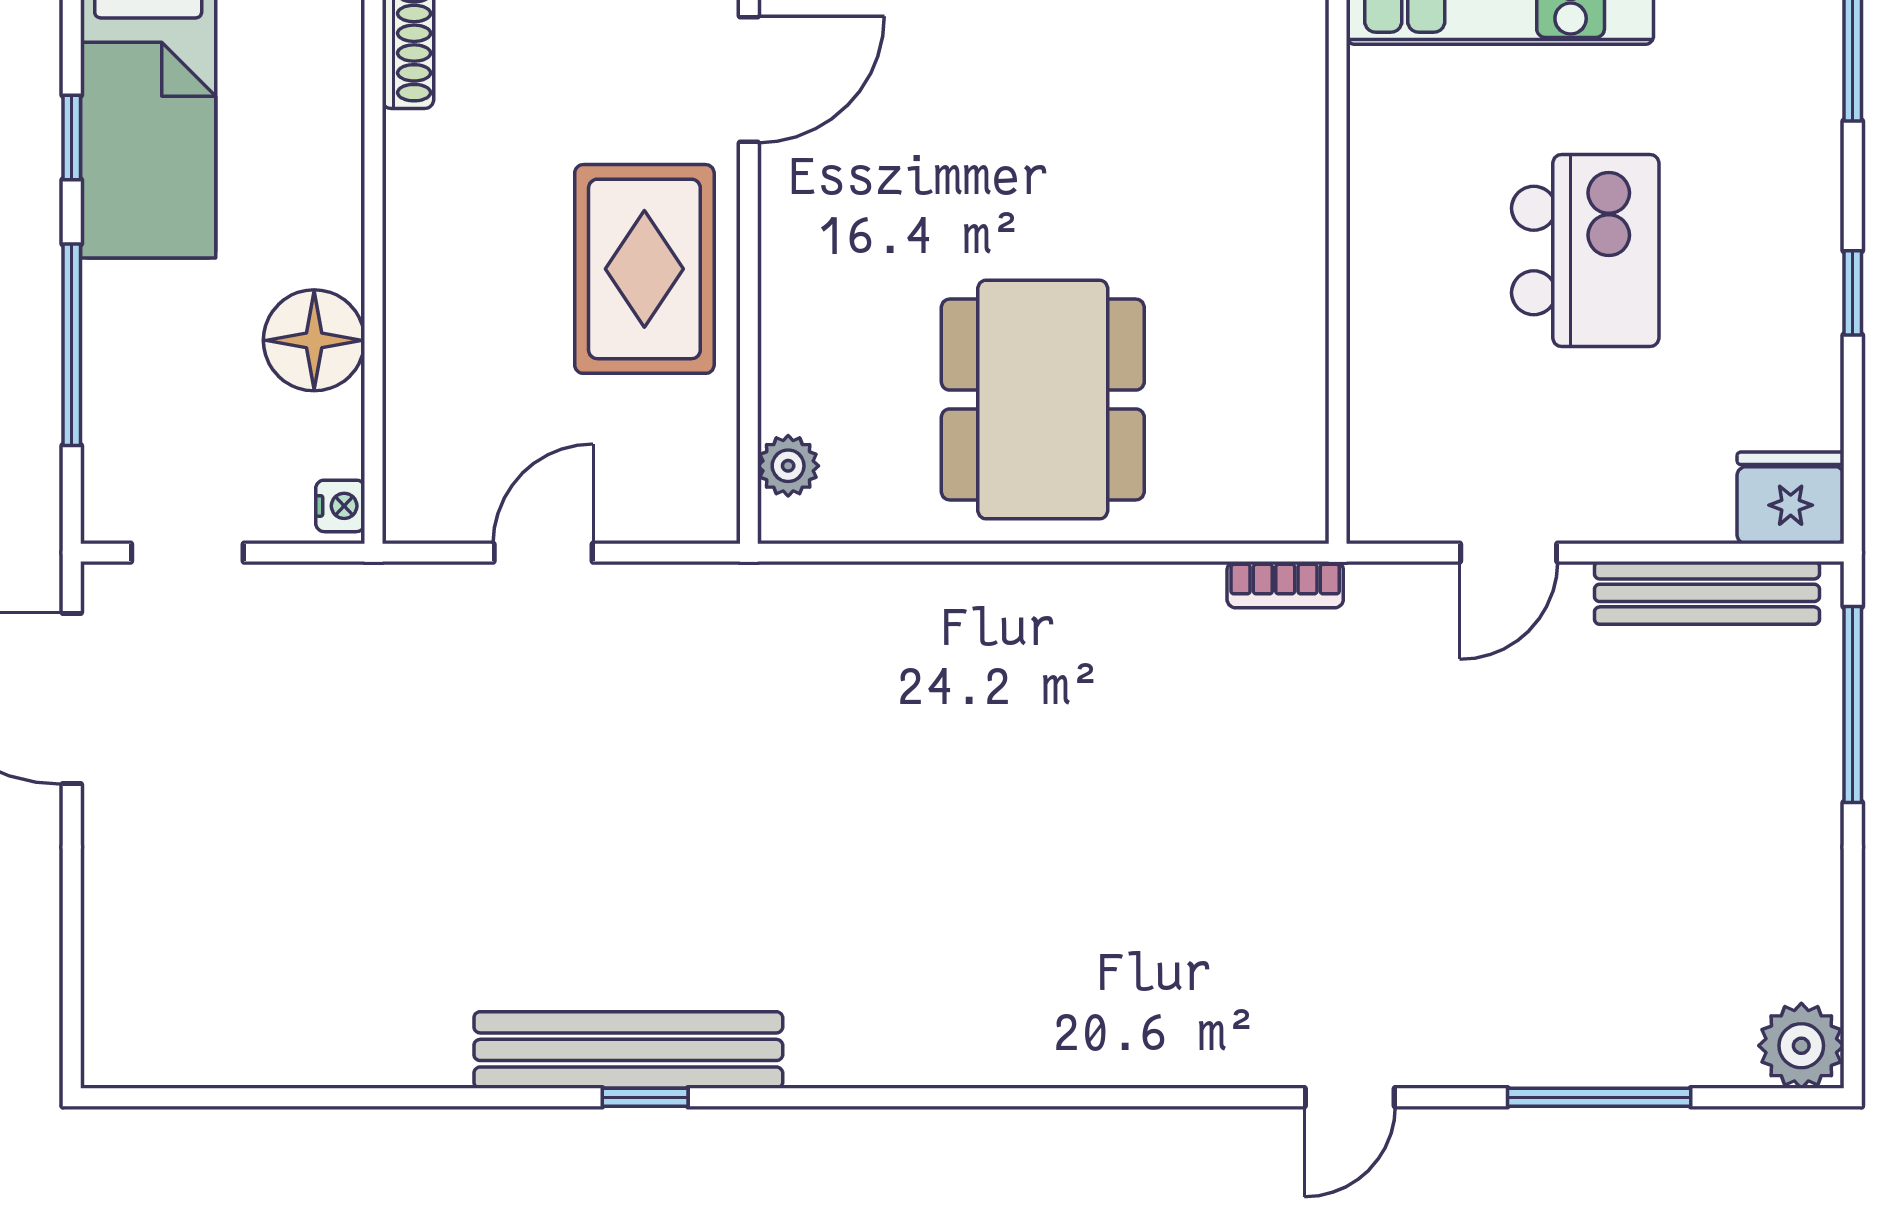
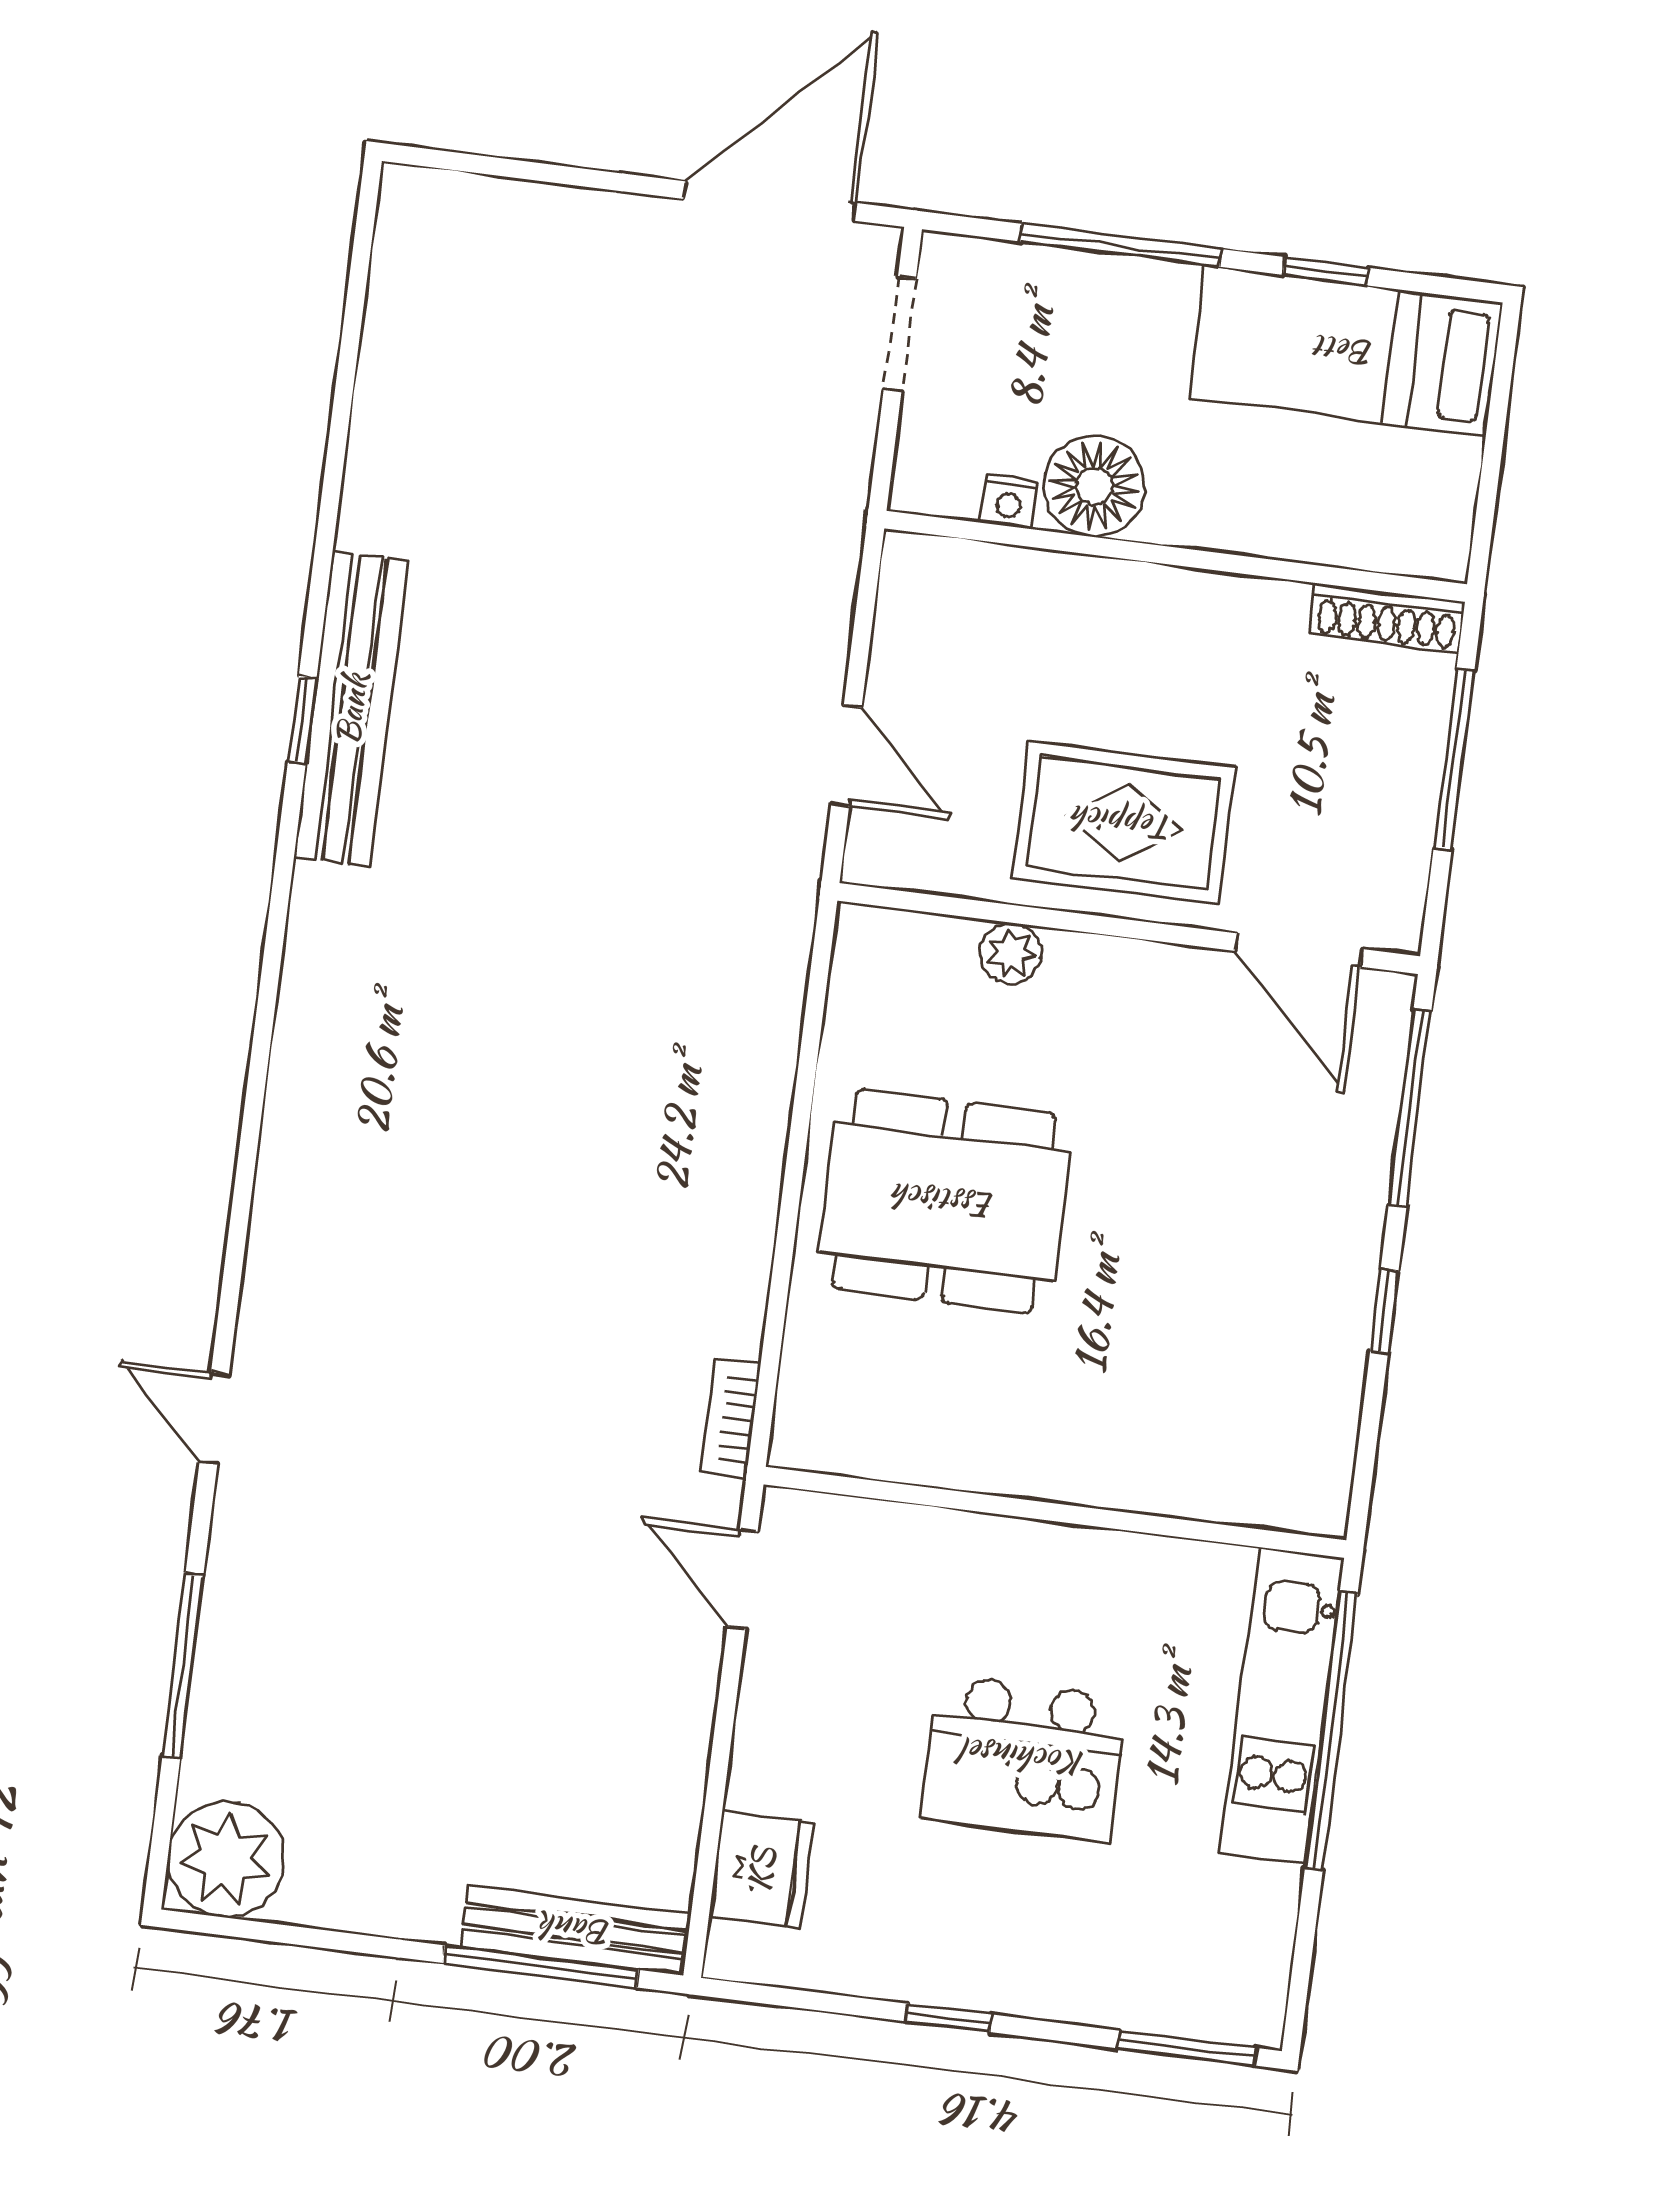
plant: (788, 466) -> (1011, 953), moved
fridge: (1791, 498) -> (761, 1869), moved
nightstand: (340, 506) -> (1009, 502), moved
door: (543, 553) -> (846, 756), moved
door: (1509, 553) -> (742, 1579), moved
bench: (1707, 593) -> (576, 1930), moved, turned 90
plant: (1801, 1046) -> (226, 1859), width x1.36, depth x1.36

